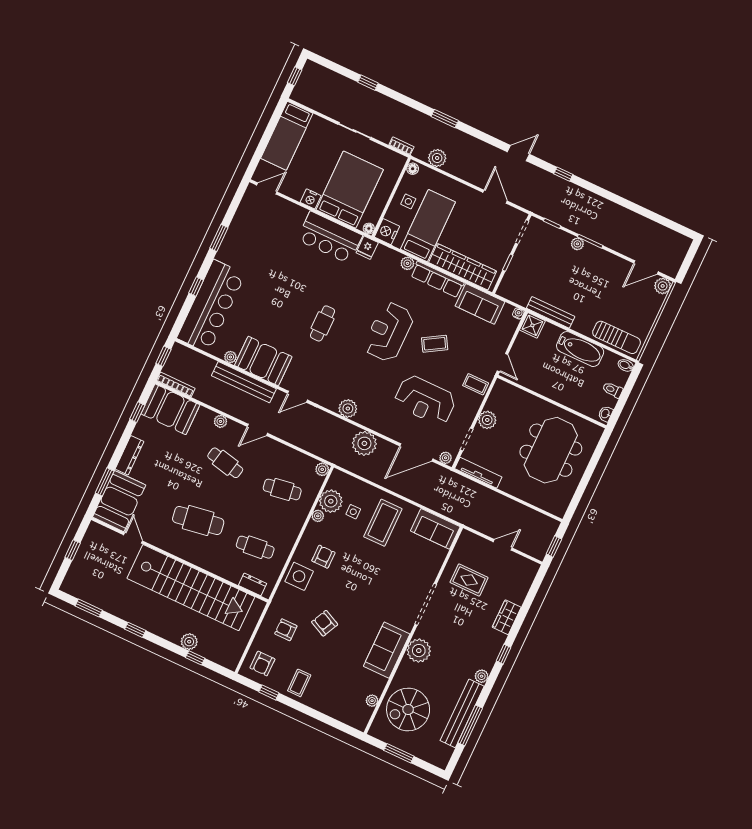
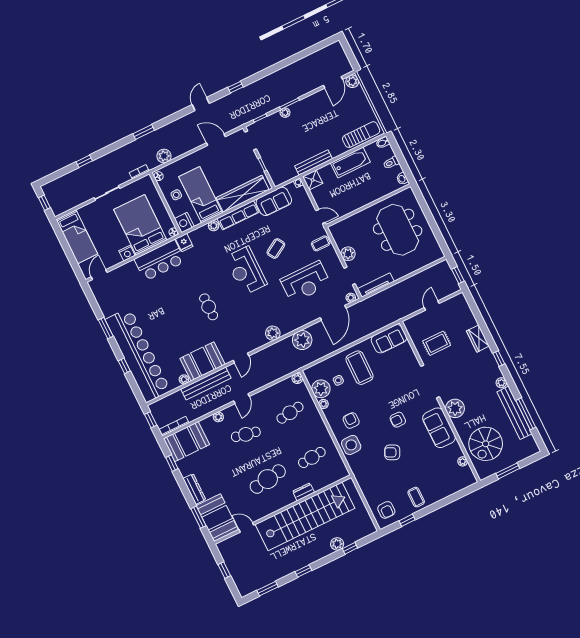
bar counter: (211, 306) -> (138, 355), width x1.36
dresser: (253, 584) -> (304, 492), moved
armchair: (286, 630) -> (398, 420), moved

